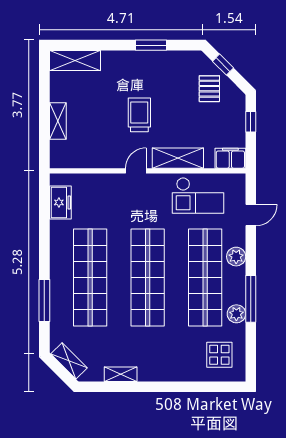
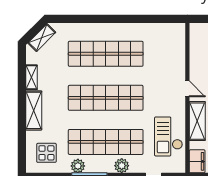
freezer: (60, 202) -> (163, 31), removed
window: (44, 301) -> (88, 19), removed
shelving: (164, 371) -> (34, 110), added

